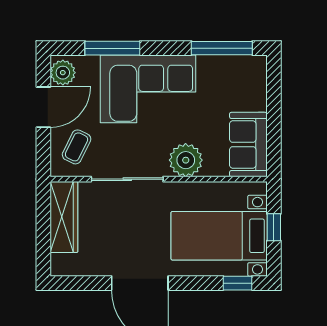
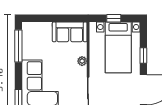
plant: (186, 160) -> (82, 61), width x0.53, depth x0.53
window: (238, 283) -> (143, 55), moved

